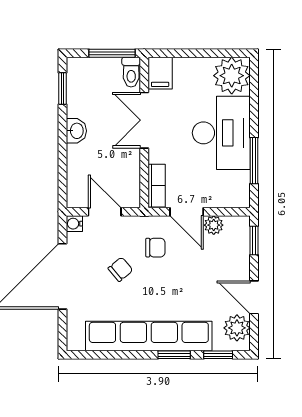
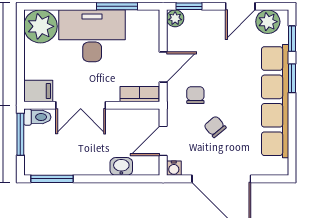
window: (62, 88) -> (52, 179), width x1.50
washbasin: (76, 131) -> (121, 166), moved
plant: (214, 225) -> (175, 18), moved

